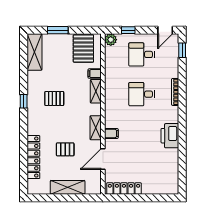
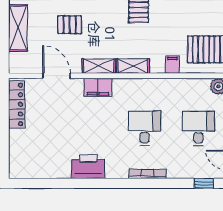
shelving: (96, 91) -> (133, 66), moved
filing cabinet: (111, 134) -> (98, 87), width x2.00
pallet: (65, 149) -> (70, 25), turned 90

